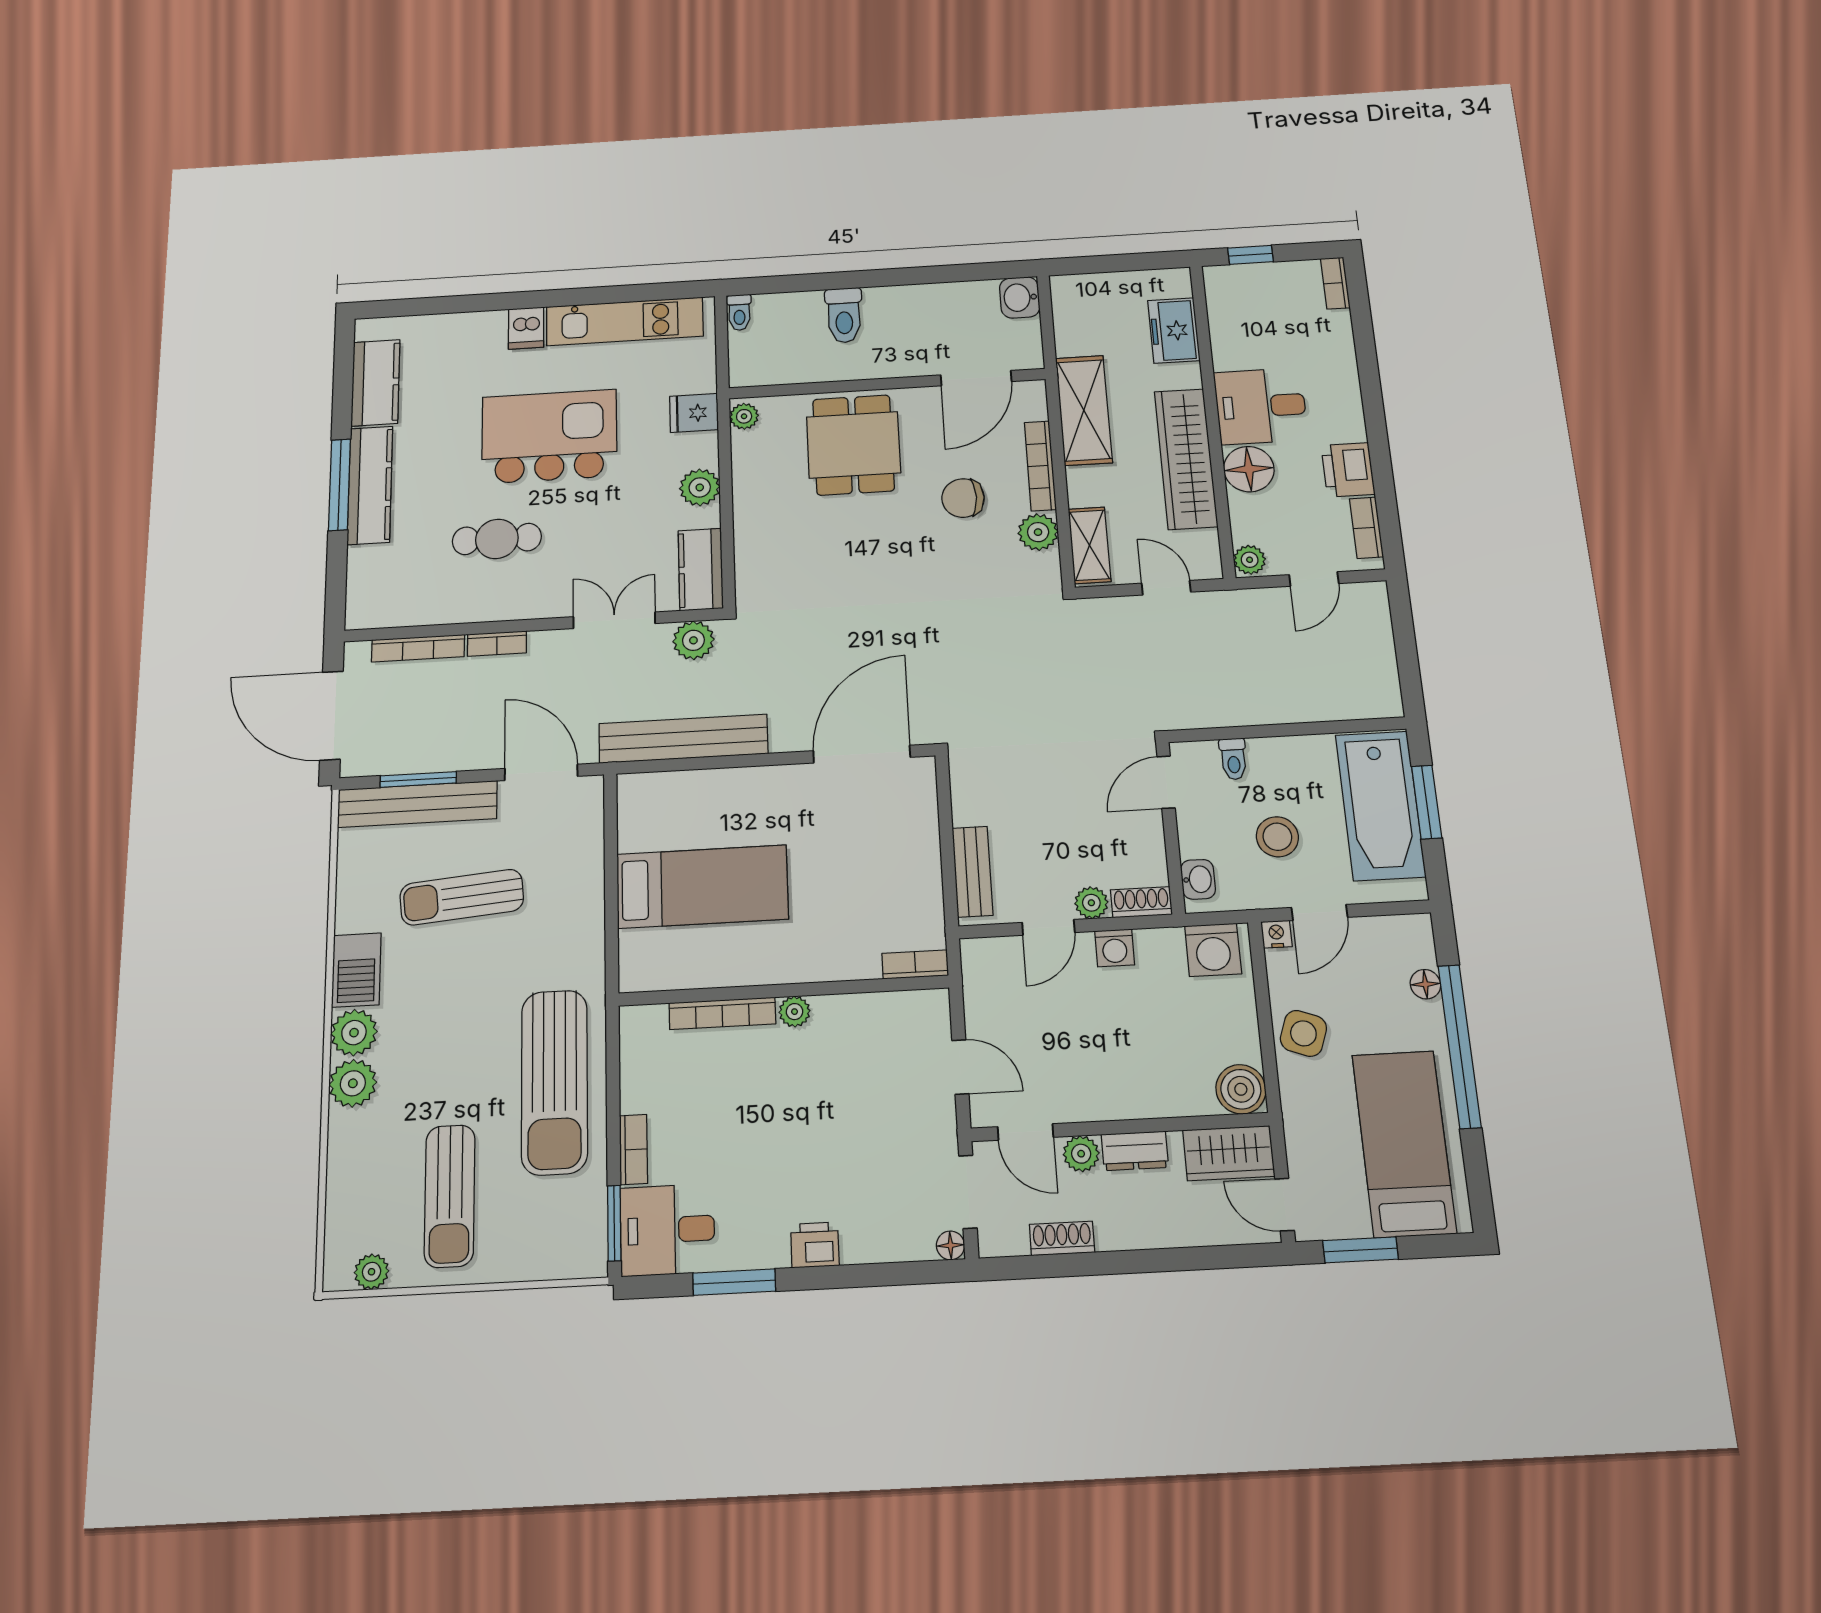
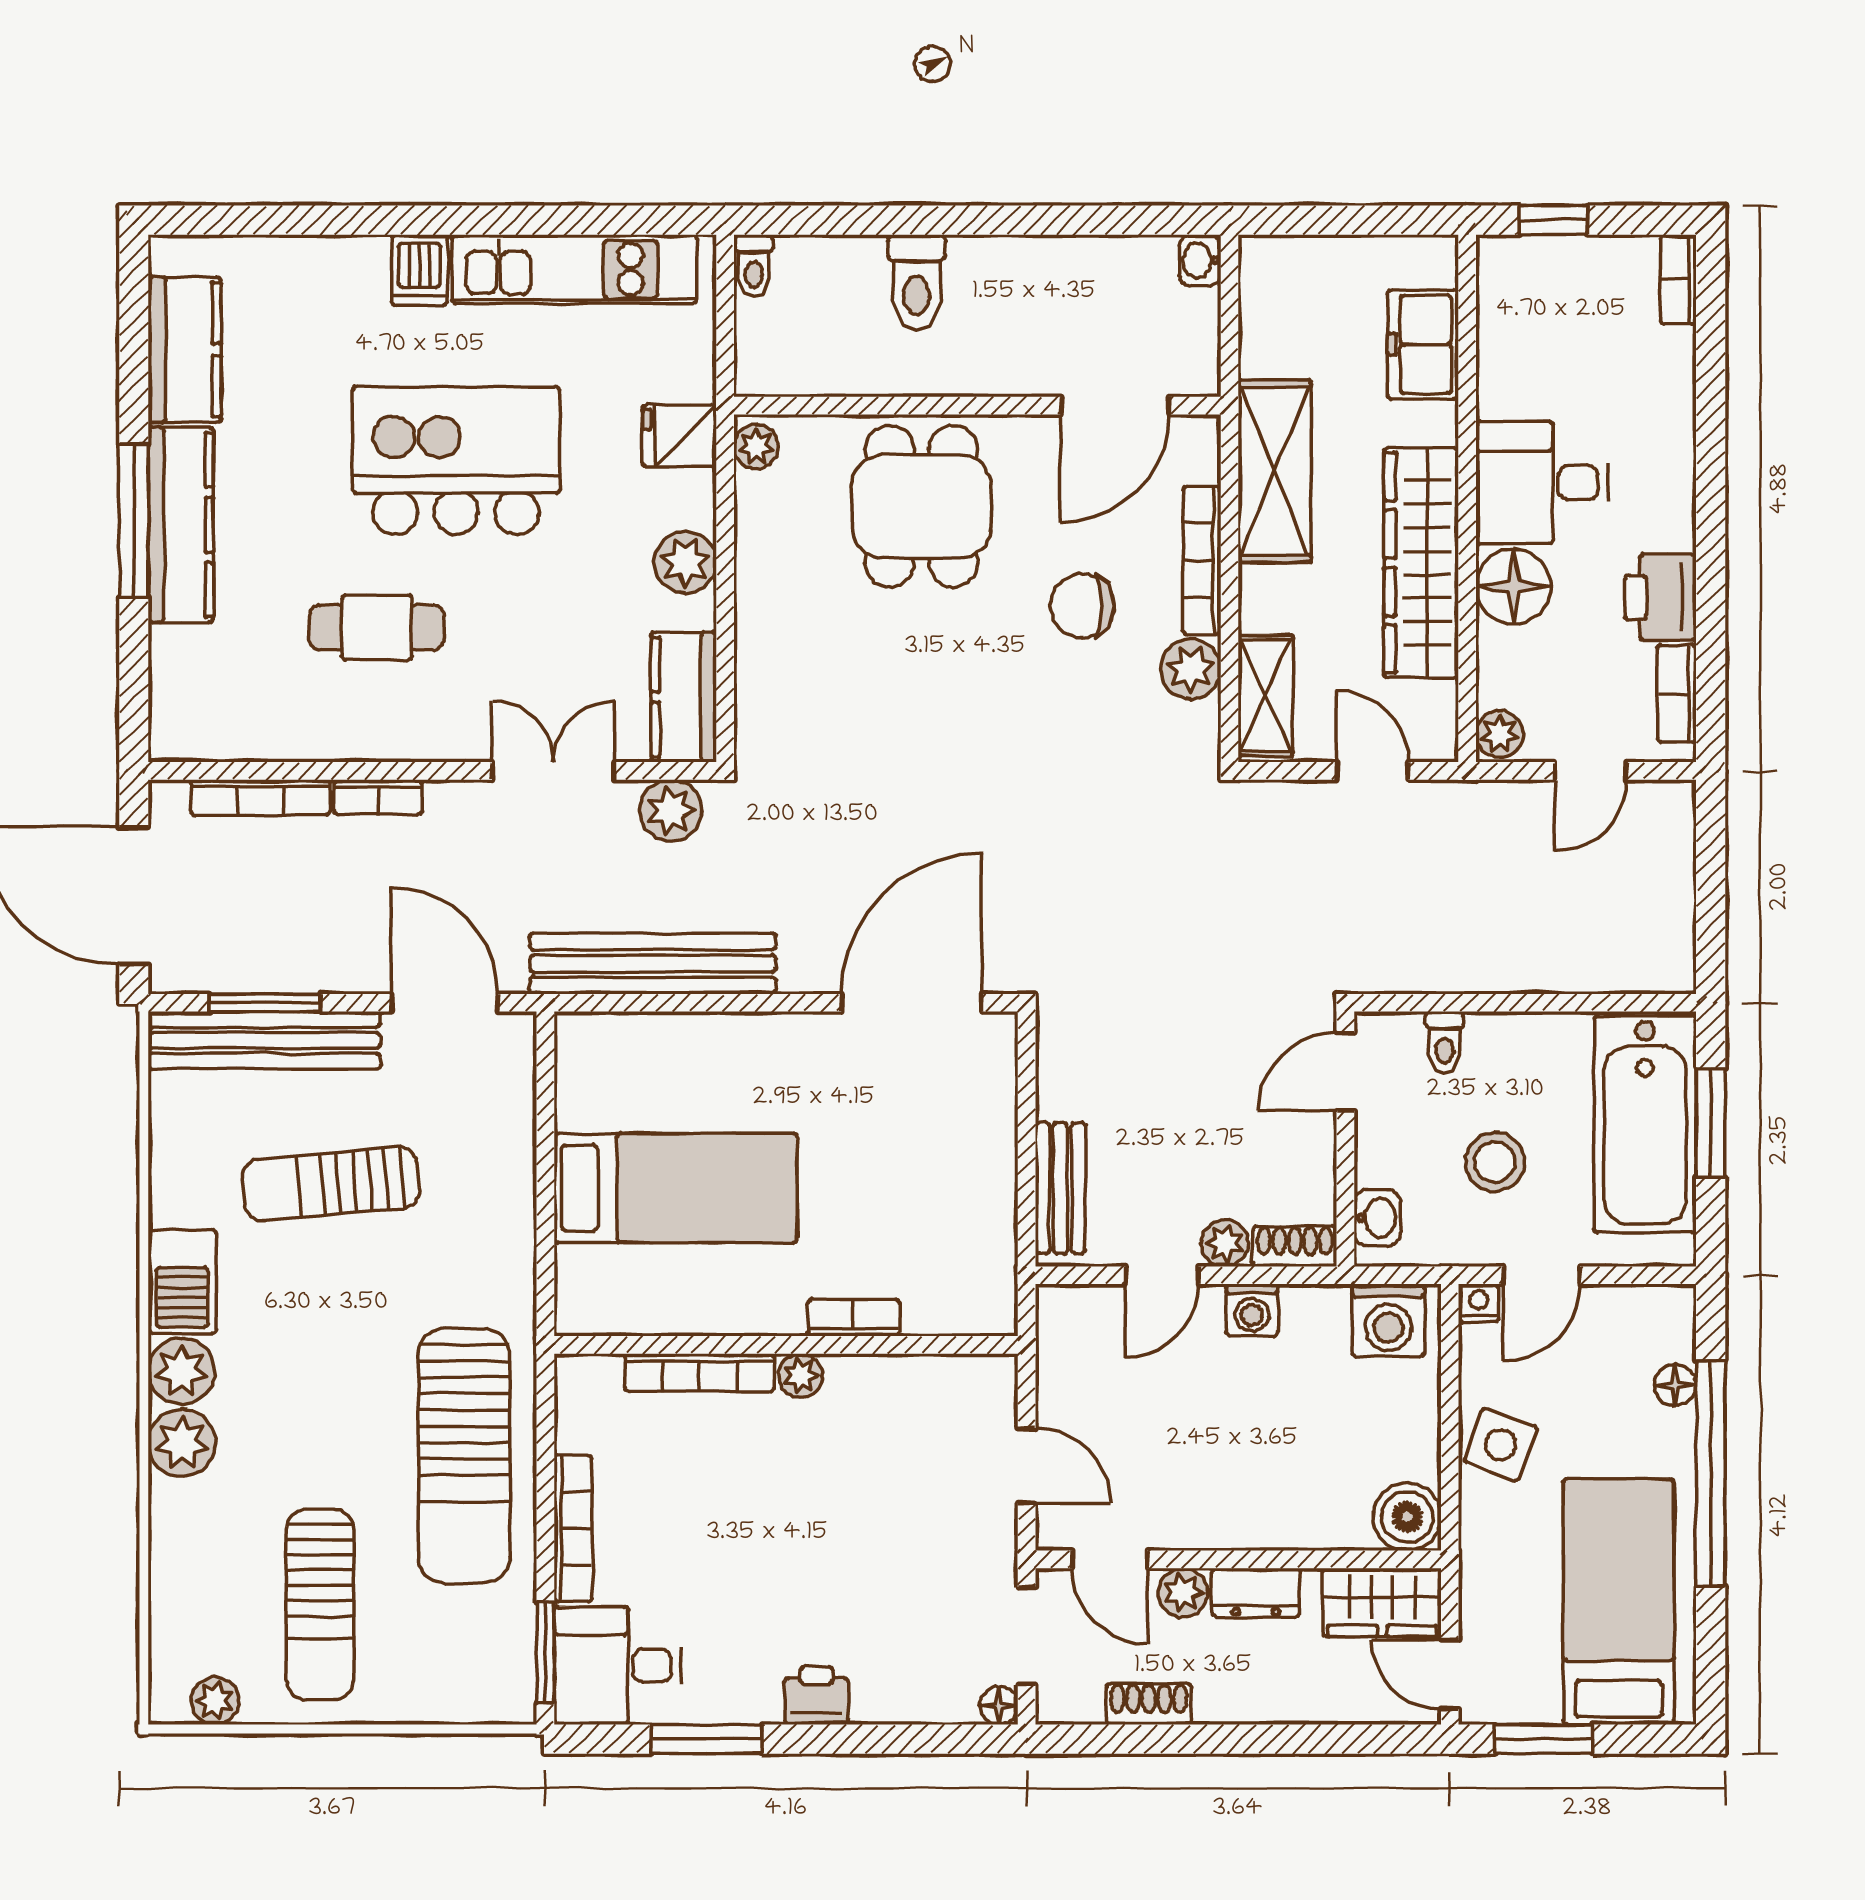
washbasin: (1020, 297) -> (1200, 260), width x0.72, depth x0.69
bookcase: (915, 964) -> (853, 1318), moved
bookcase: (634, 1149) -> (573, 1529), width x1.56

